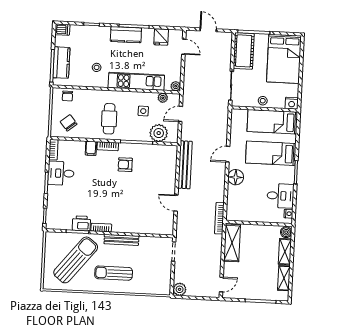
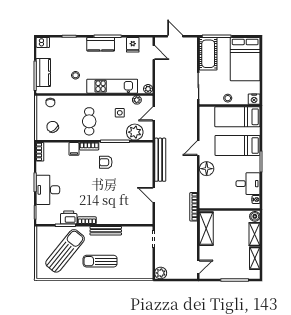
desk: (61, 173) -> (48, 190), moved, width x1.37

